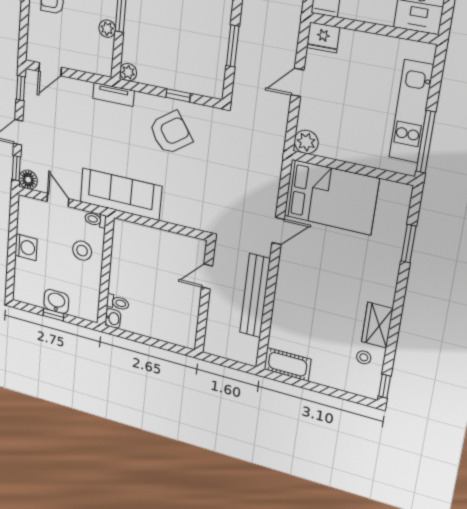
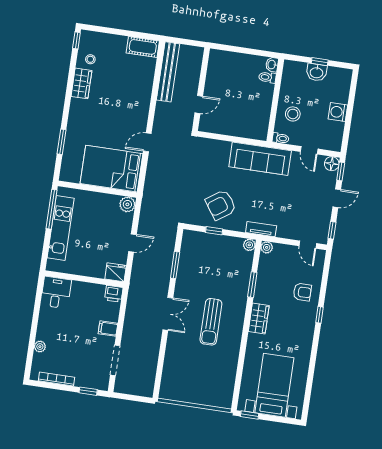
plant: (107, 29) -> (267, 247), moved
door: (50, 69) -> (308, 245), swing flipped
bench: (255, 296) -> (168, 72), moved

